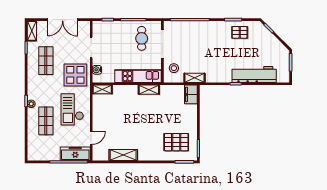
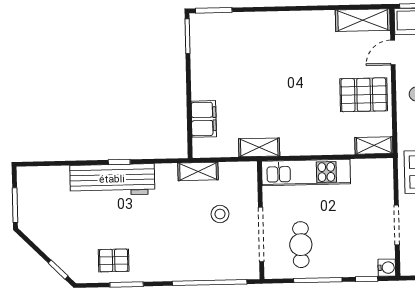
stool: (174, 68) -> (220, 214), moved
water cooler: (97, 70) -> (387, 268), moved
workbench: (254, 75) -> (112, 180), moved
shelving: (149, 90) -> (259, 147), moved
filing cabinet: (191, 94) -> (204, 119), moved
pallet: (176, 142) -> (364, 95), moved
shelving: (123, 155) -> (363, 20), moved

